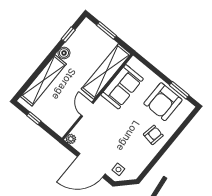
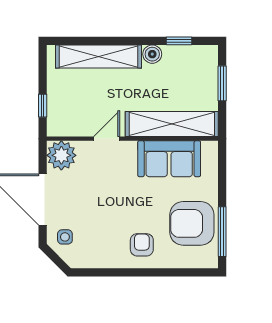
window: (179, 90) -> (222, 232), width x1.44
window: (34, 118) -> (43, 106), moved
armchair: (153, 135) -> (142, 245), turned -100
plant: (71, 139) -> (61, 155), width x1.87, depth x1.87

